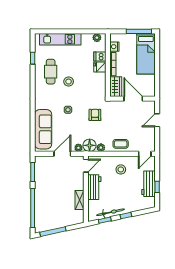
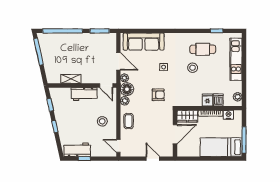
workbench: (148, 184) -> (77, 150), moved
bicycle: (110, 212) -> (58, 111), removed

